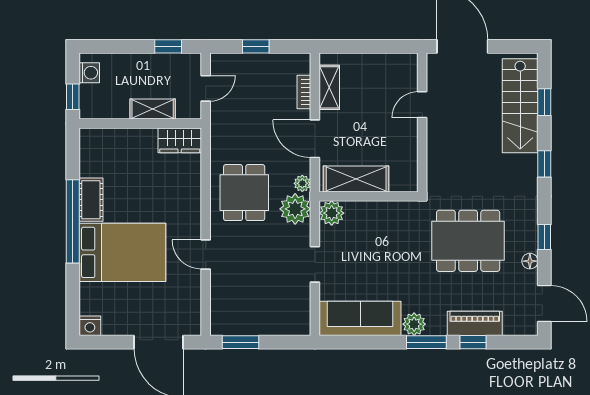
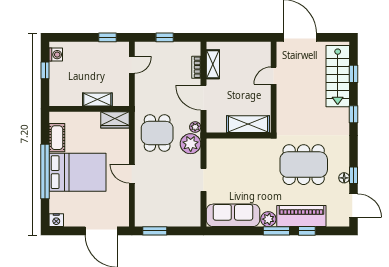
shelving: (153, 109) -> (97, 99), moved
wall: (140, 123) -> (89, 109), moved
wardrobe: (180, 140) -> (115, 120), moved
shelving: (356, 179) -> (248, 124), moved
plant: (332, 213) -> (214, 146), removed
window: (73, 221) -> (45, 171), moved
window: (544, 237) -> (353, 175), moved
piano: (475, 323) -> (301, 216), width x1.37, depth x1.33

